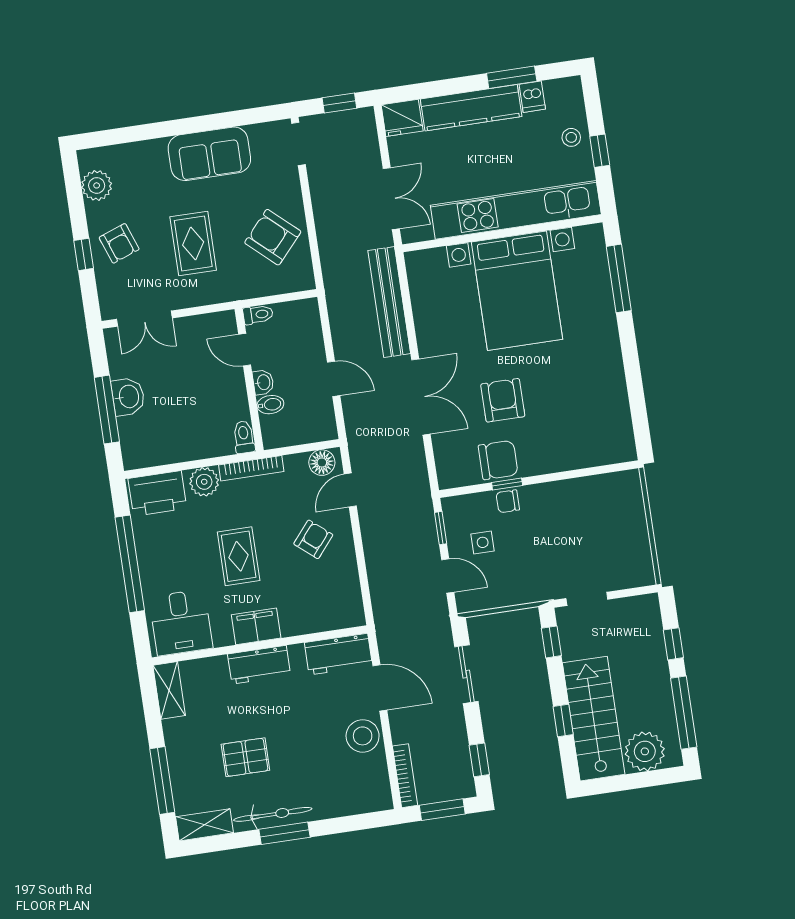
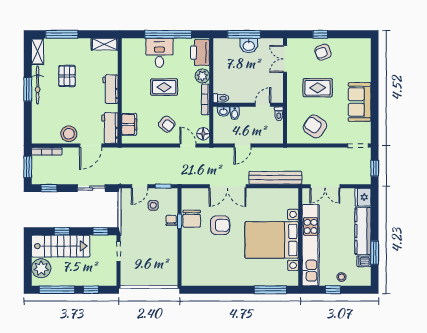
plant: (97, 185) -> (352, 46), removed
armchair: (273, 237) -> (315, 126), turned -98
washbasin: (263, 382) -> (223, 111), moved
desk: (181, 622) -> (159, 53), moved, turned 90
filing cabinet: (256, 626) -> (129, 124), moved

